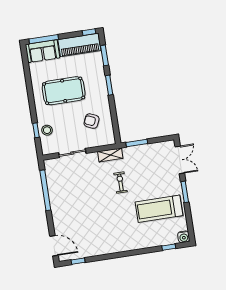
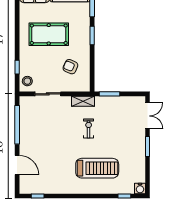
stool: (47, 130) -> (27, 81), moved
treadmill: (159, 209) -> (97, 168), moved, turned 180
door: (54, 246) -> (17, 165), moved

